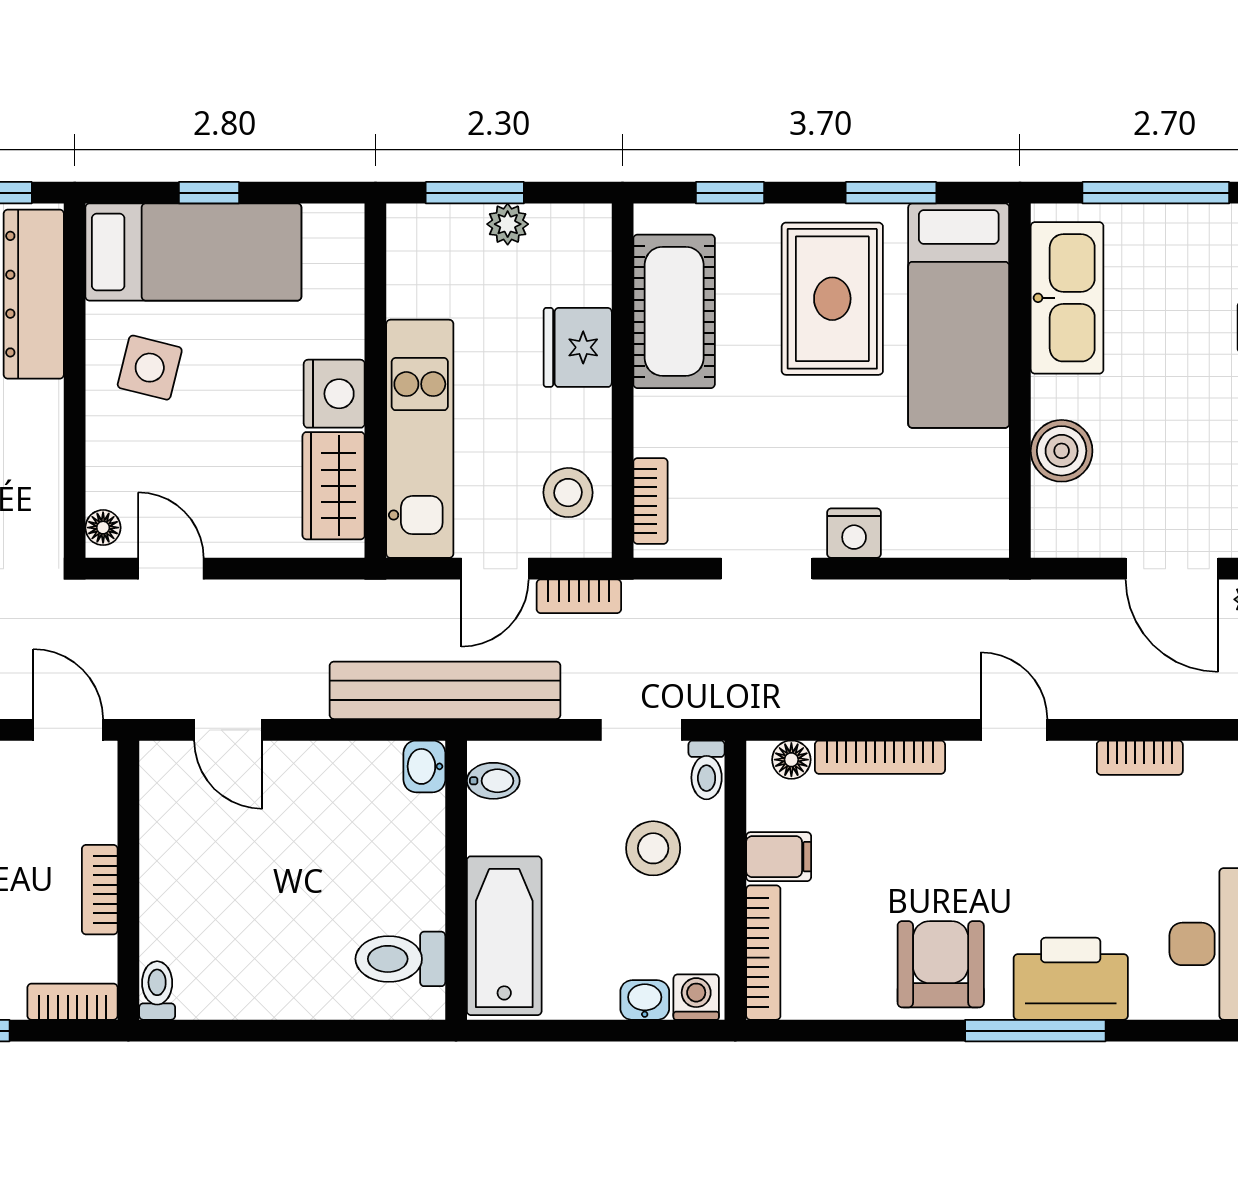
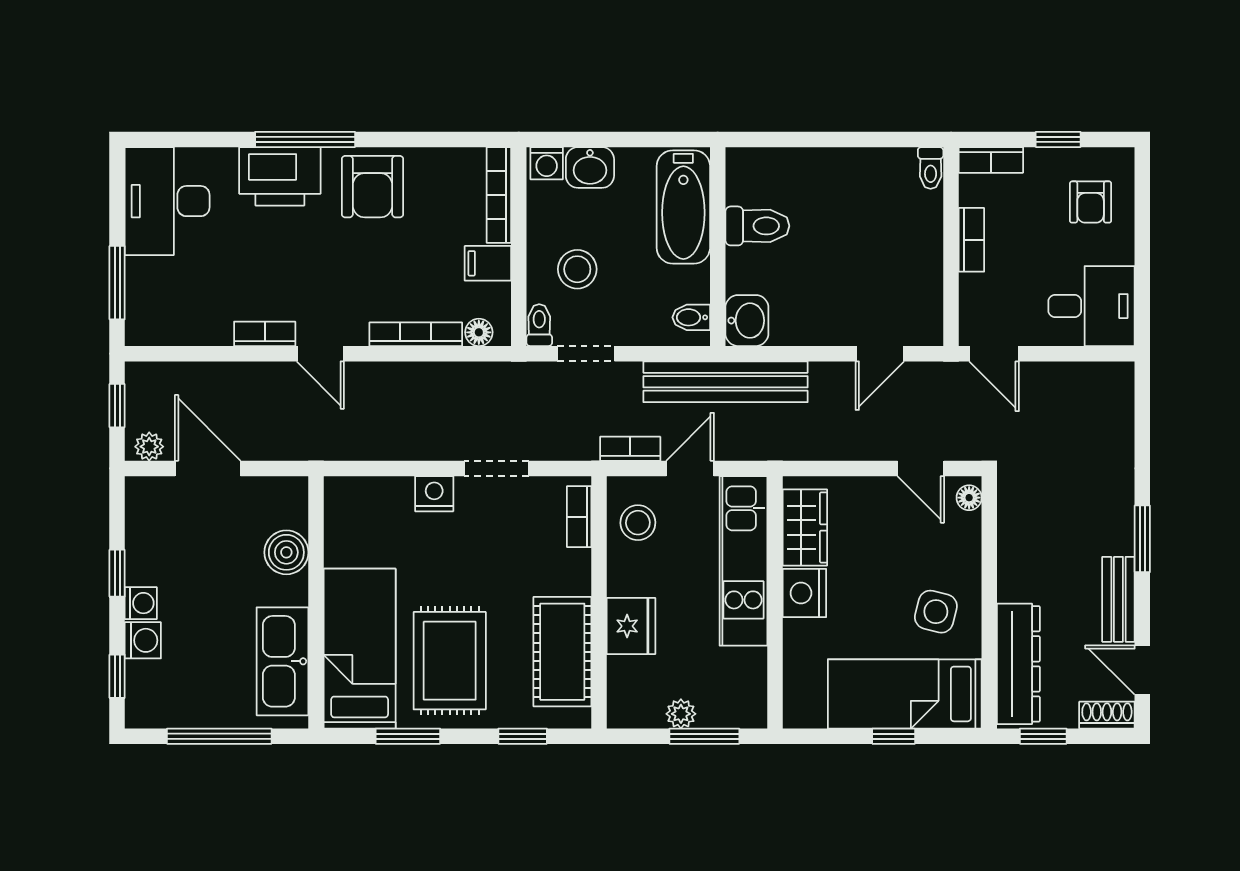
door: (228, 730) -> (880, 354), swing flipped
bookcase: (1140, 758) -> (265, 334), moved
washbasin: (424, 766) -> (747, 321), width x1.38, depth x1.45
toilet: (400, 959) -> (757, 226), moved
washbasin: (645, 1000) -> (590, 167), width x1.38, depth x1.45

